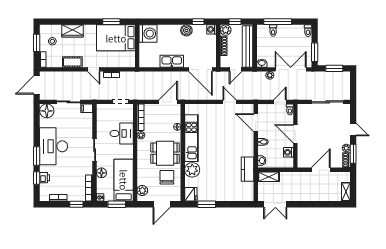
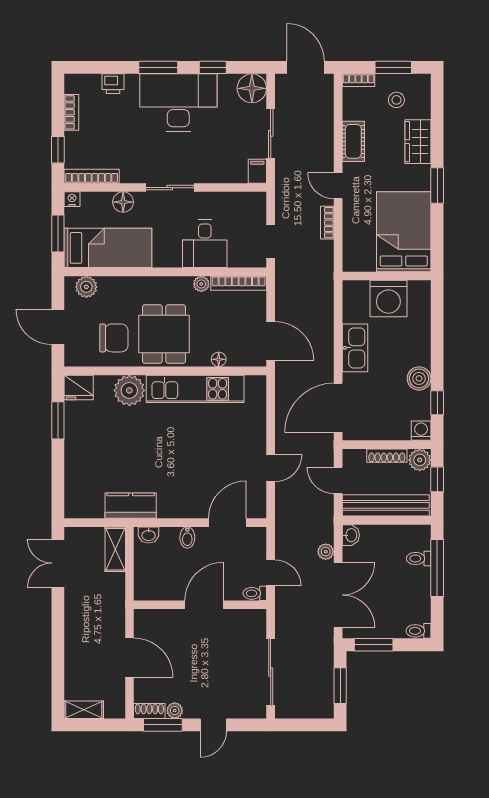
window: (111, 22) -> (437, 186), moved
washing machine: (148, 34) -> (388, 299), moved
door: (94, 69) -> (338, 186), hinge flipped
washing machine: (288, 152) -> (166, 590), removed
window: (37, 178) -> (213, 67), moved

